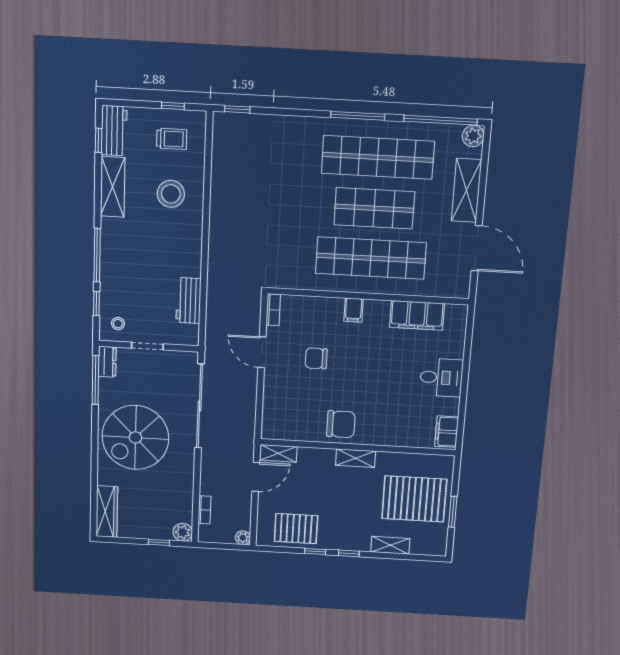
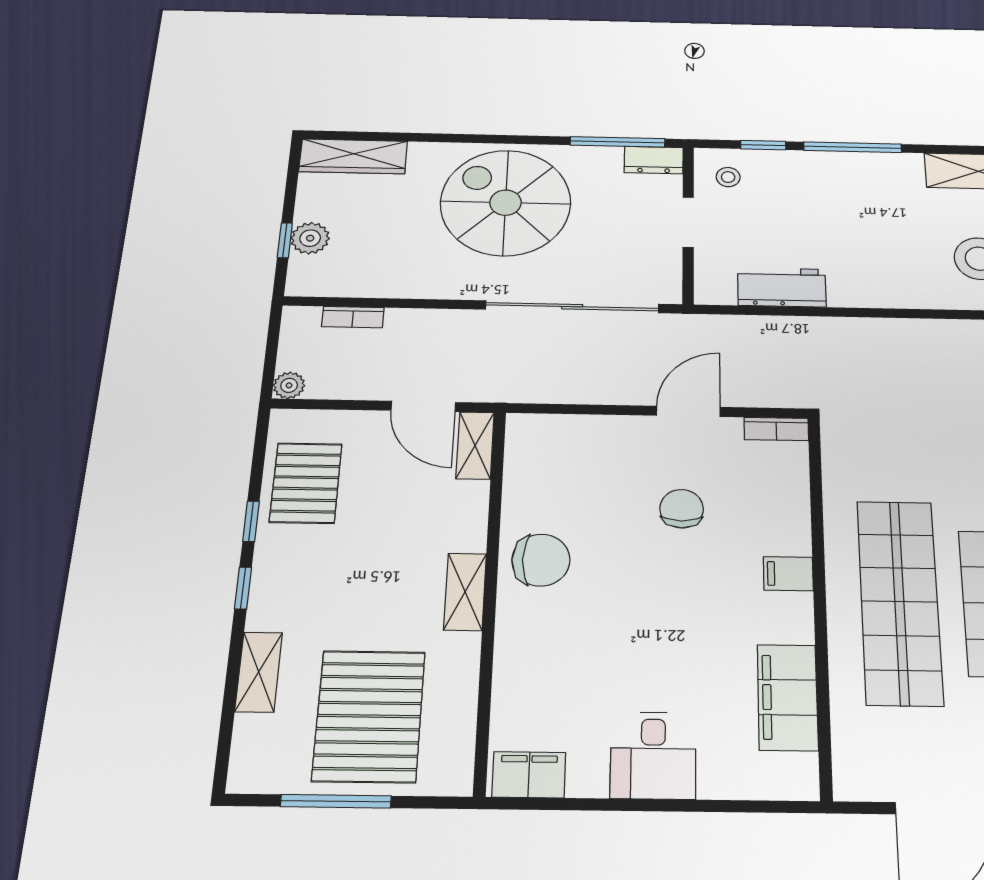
chair: (341, 424) -> (541, 560), turned -90
window: (453, 512) -> (336, 801), width x1.44
plant: (183, 532) -> (310, 238), moved

